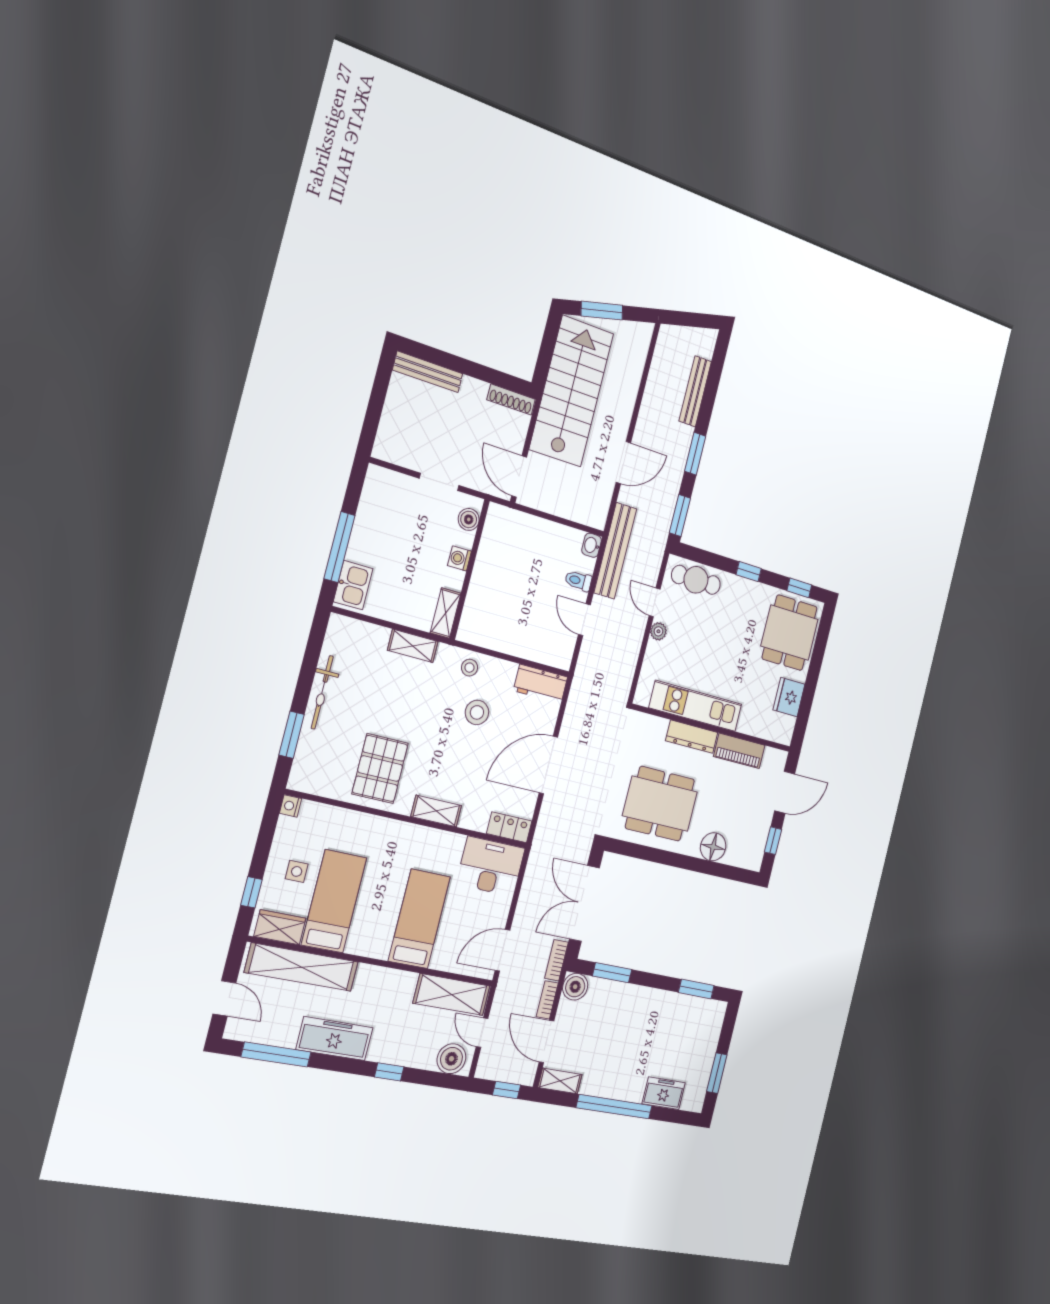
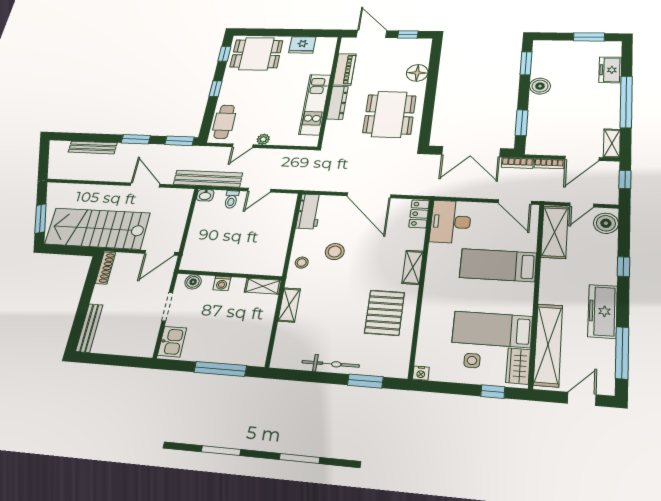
kitchen sink: (353, 585) -> (172, 342), moved, turned 90
pallet: (380, 769) -> (385, 313), turned 90
boiler: (575, 987) -> (540, 86), moved

